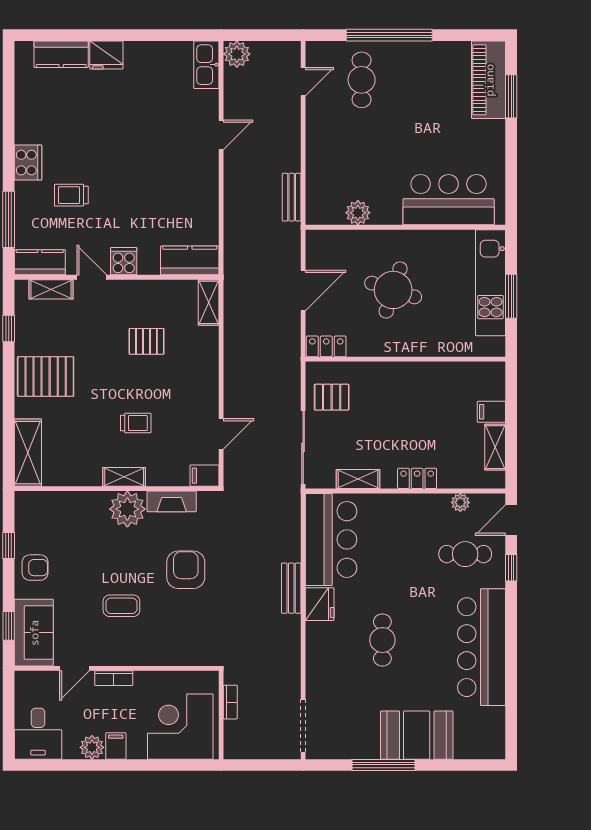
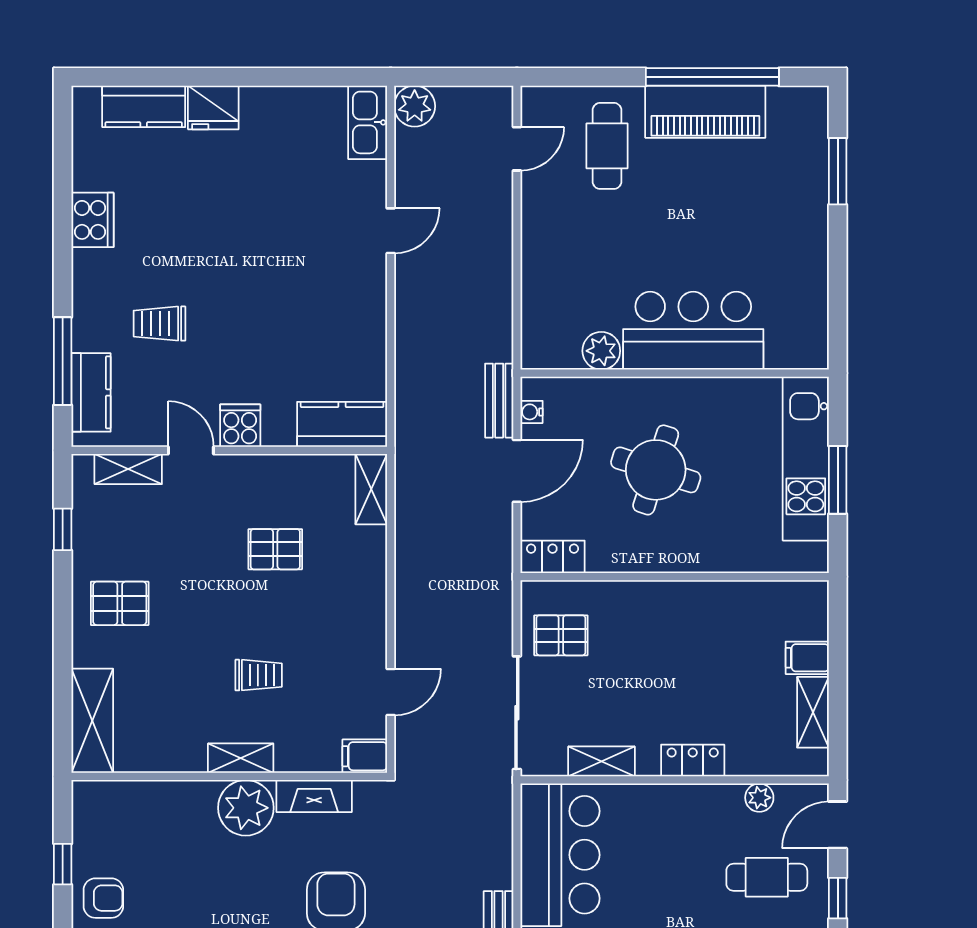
window: (389, 35) -> (712, 77), moved
piano: (489, 80) -> (705, 112), moved, turned -90
cooker: (28, 163) -> (92, 220), moved
bench: (292, 197) -> (499, 401), moved
bar counter: (449, 200) -> (693, 331), moved
water cooler: (313, 252) -> (531, 412), added
kitchen counter: (40, 262) -> (91, 392), moved, turned 90
pallet: (46, 376) -> (120, 603), width x0.67, depth x0.71

